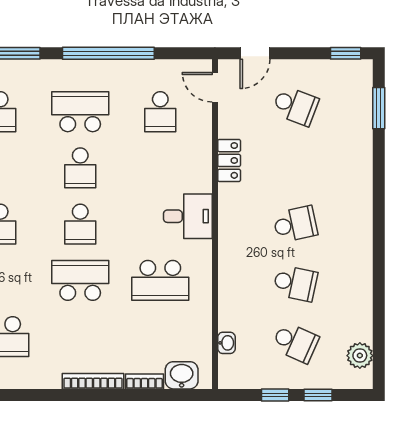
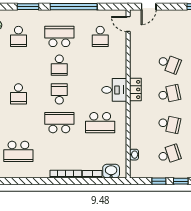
school desk: (295, 106) -> (169, 64), moved
locker: (229, 160) -> (135, 89), moved
school desk: (80, 224) -> (59, 94), turned 180
school desk: (295, 342) -> (169, 154), turned -42

